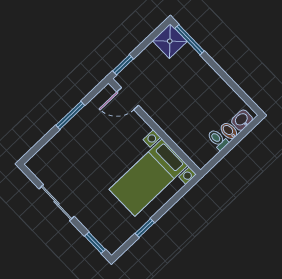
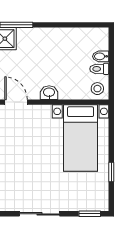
door: (128, 99) -> (16, 102), swing flipped
washbasin: (242, 120) -> (49, 93), moved, turned 90
stool: (201, 153) -> (97, 89), added

